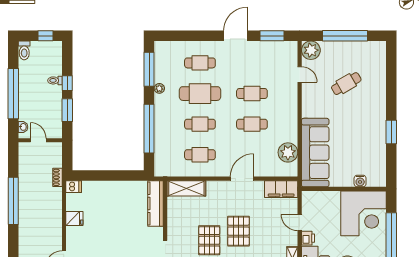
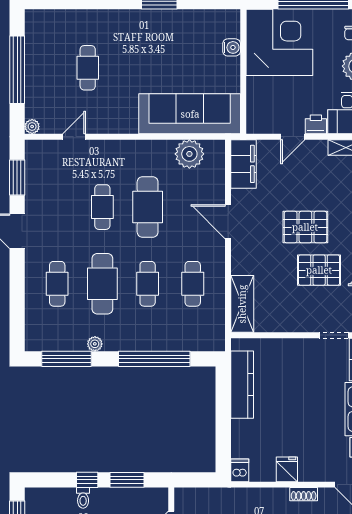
plant: (311, 50) -> (32, 127), width x0.53, depth x0.53
cafe table: (346, 84) -> (88, 68), turned 30
cafe table: (252, 124) -> (148, 207), width x1.37, depth x1.35
shoe rack: (57, 177) -> (304, 494), moved
kitchen counter: (156, 203) -> (242, 385), moved, turned -90

